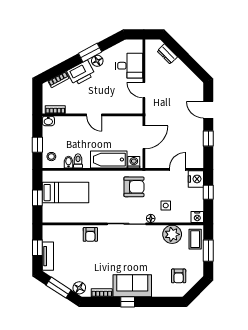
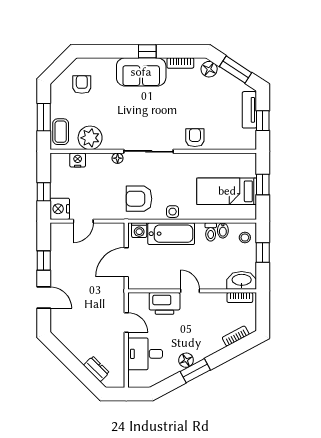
printer: (81, 73) -> (165, 303), moved, turned -152
washbasin: (48, 121) -> (242, 280), width x1.91, depth x1.45
side table: (166, 206) -> (173, 212), moved
nightstand: (197, 217) -> (78, 160), moved

